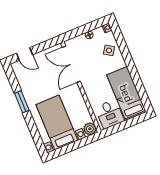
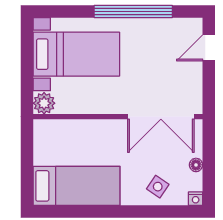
double door: (71, 64) -> (161, 117), swing flipped
window: (22, 102) -> (133, 12), width x2.11
desk: (110, 114) -> (55, 145), removed

